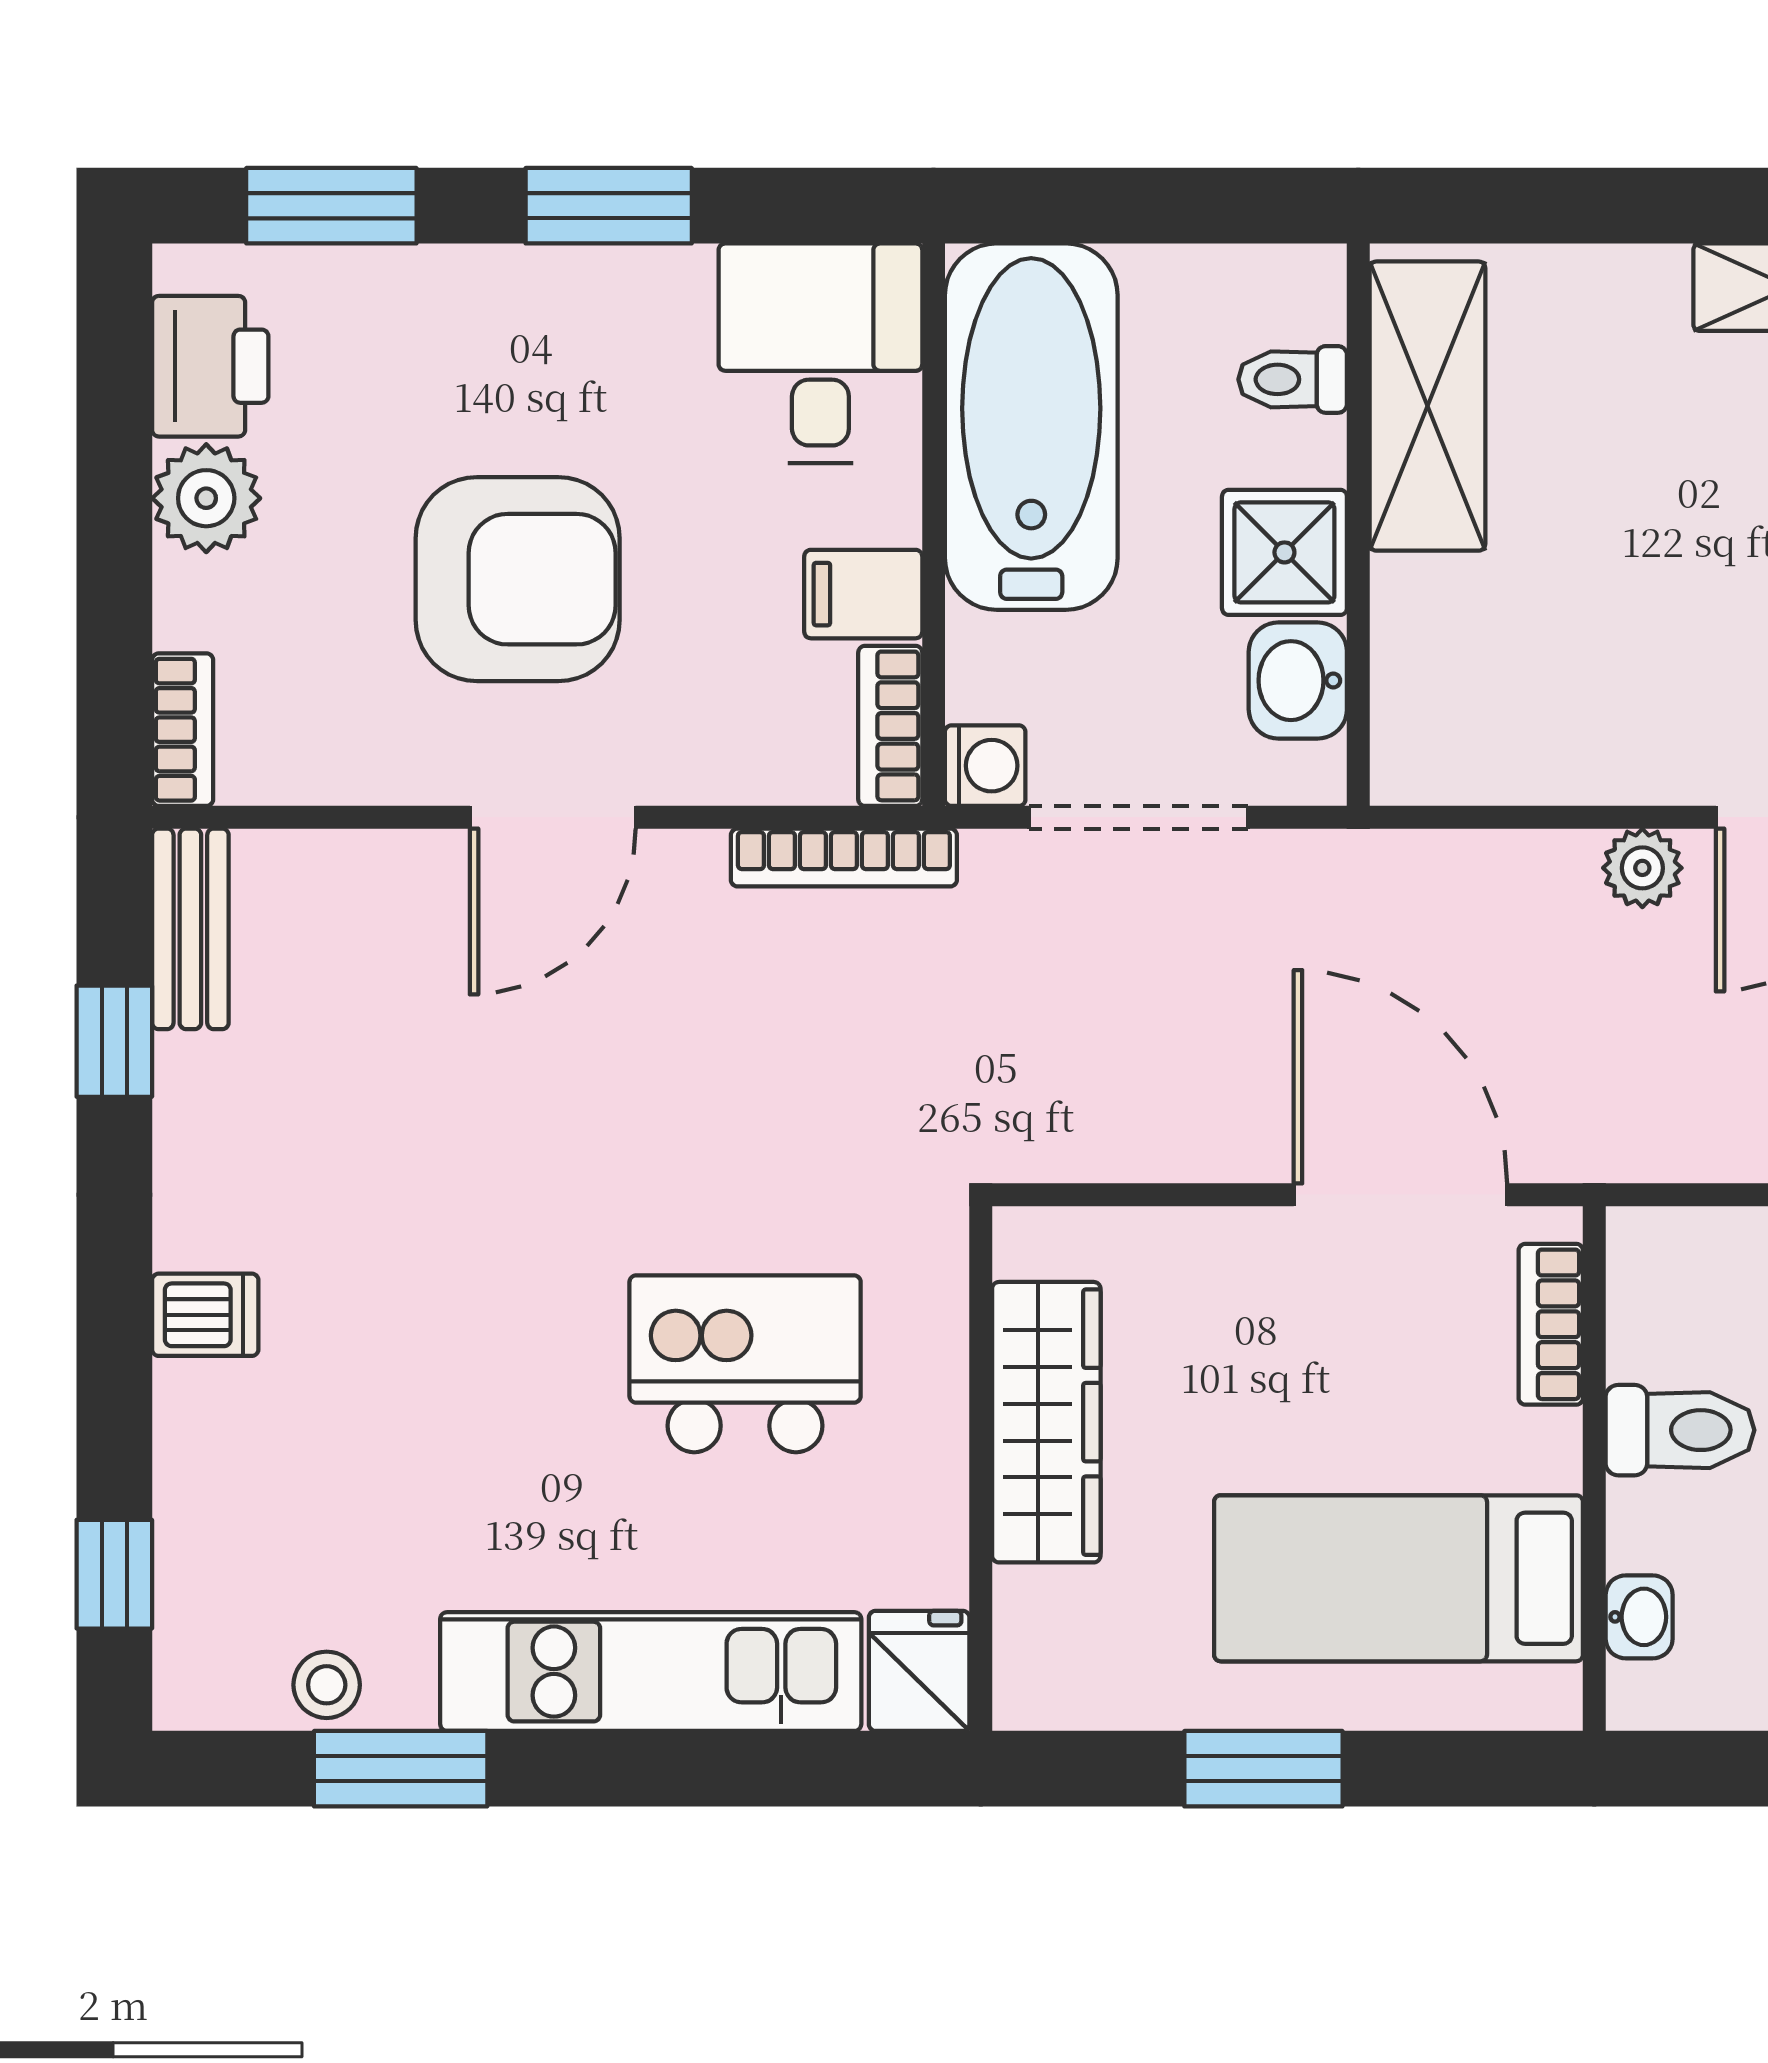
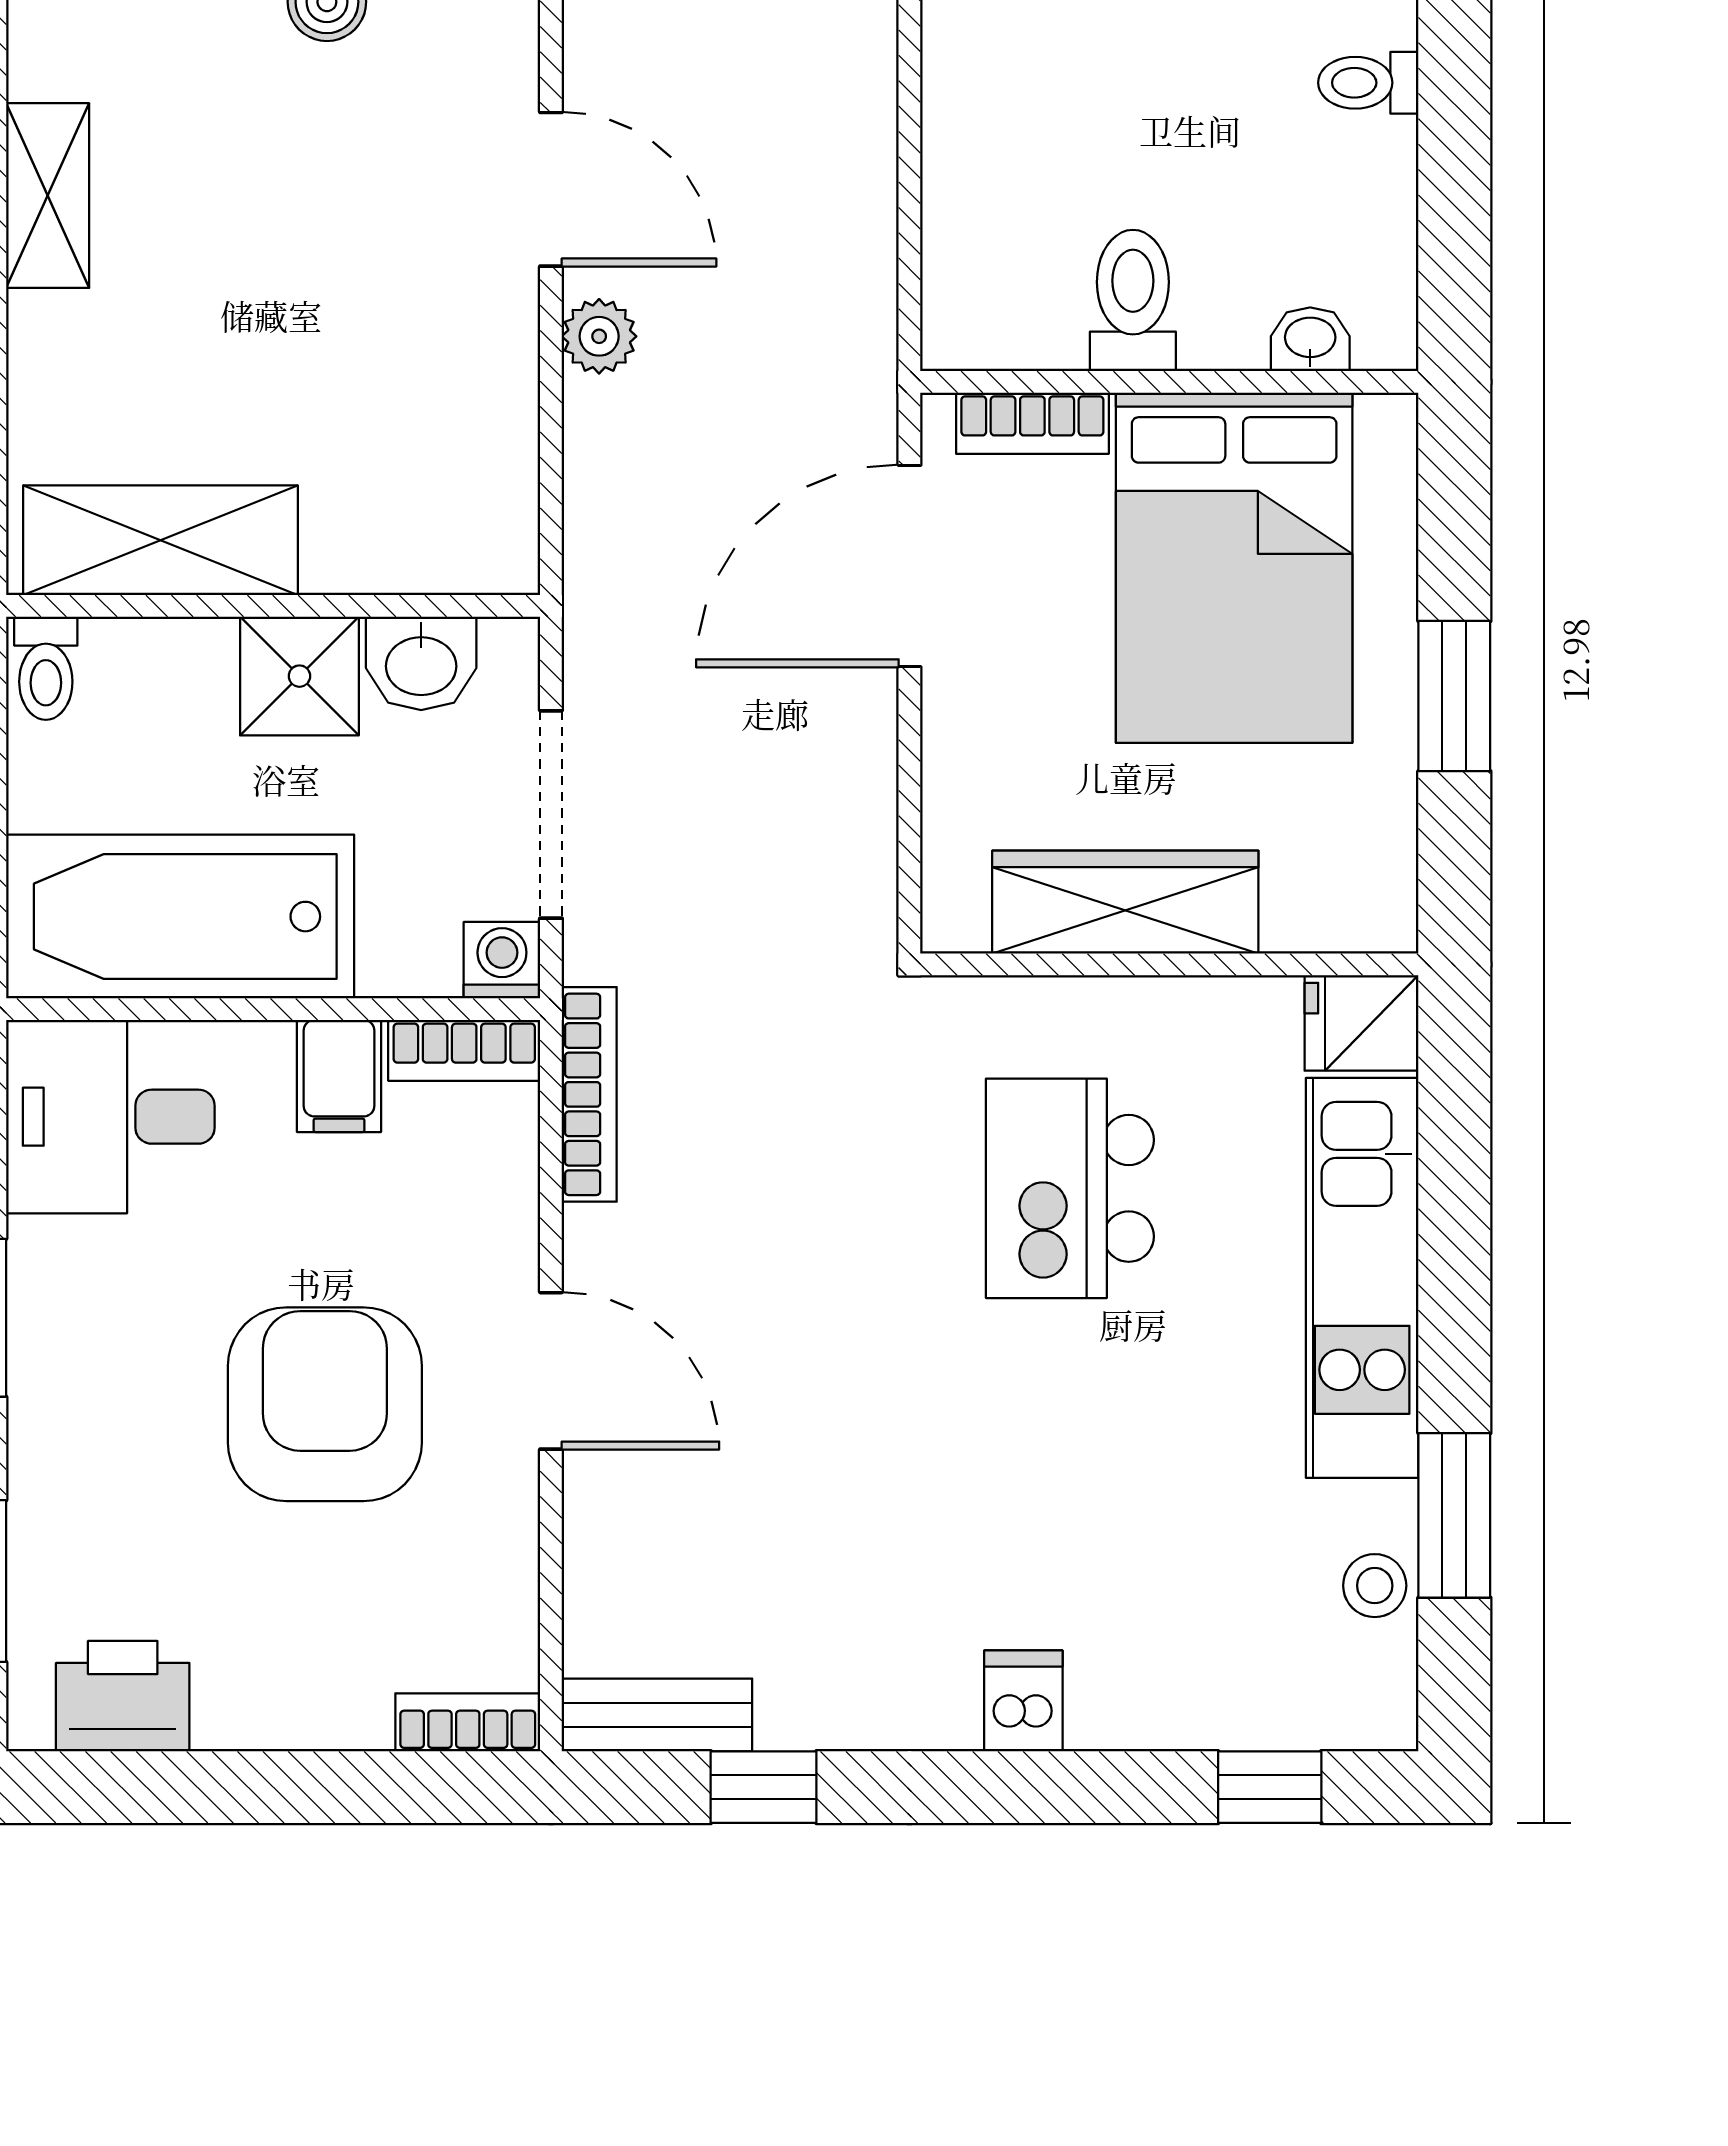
toilet: (1293, 379) -> (46, 668), moved
plant: (206, 498) -> (248, 1700), removed
bed: (1398, 1578) -> (1234, 568), width x1.50

